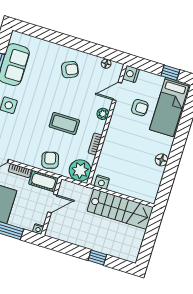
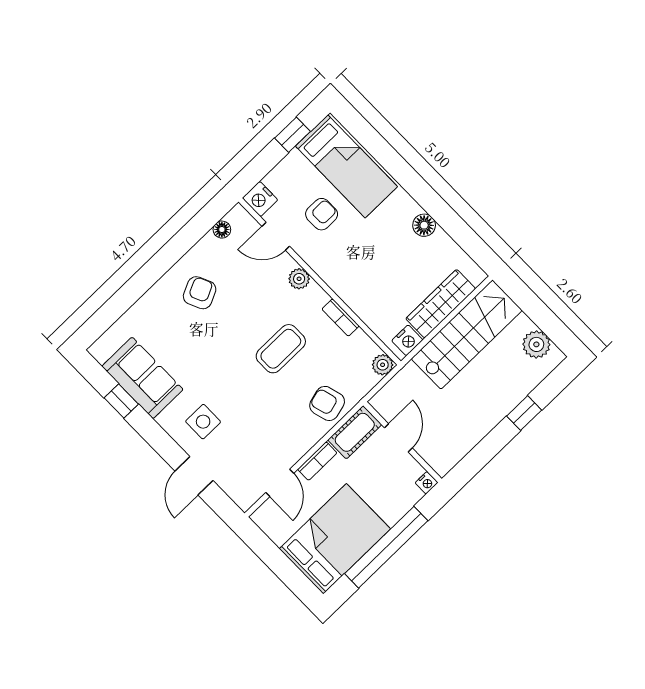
door: (117, 91) -> (276, 236), hinge flipped
plant: (80, 170) -> (383, 365), width x0.53, depth x0.53
wardrobe: (128, 189) -> (441, 304), added
plant: (134, 245) -> (536, 344), added

